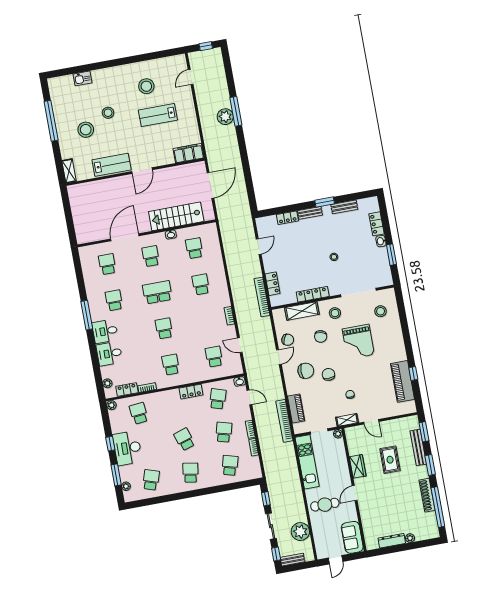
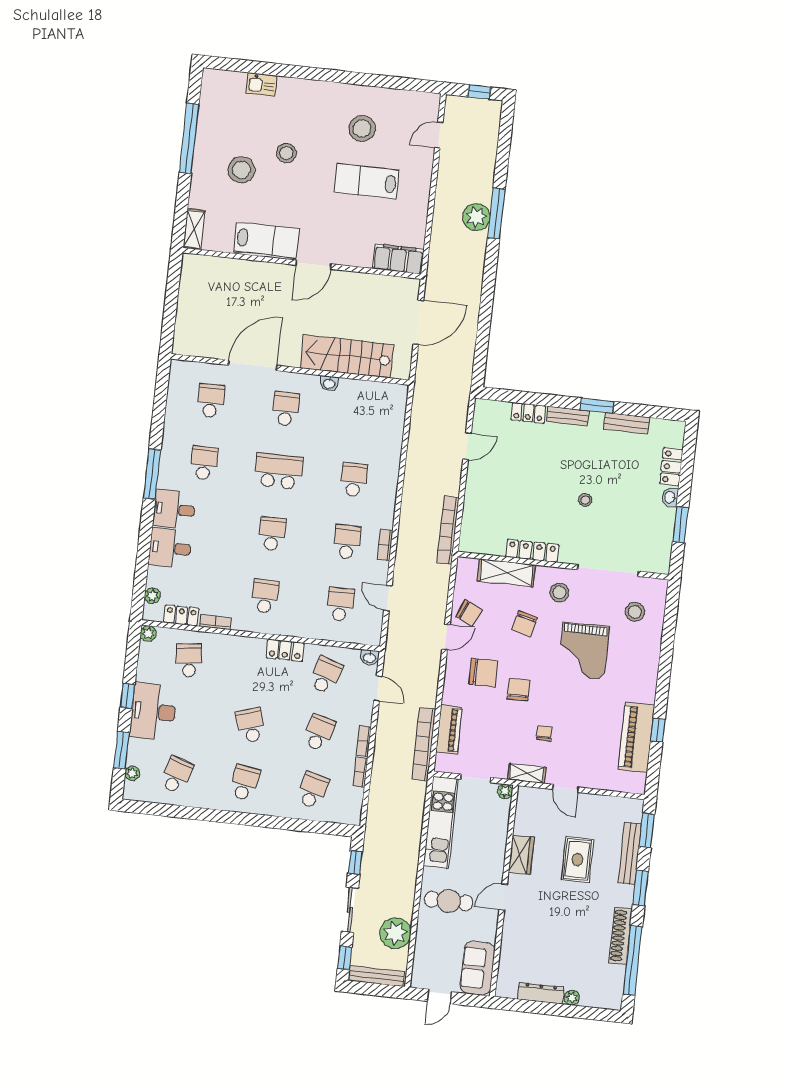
school desk: (194, 248) -> (347, 542), moved
locker: (273, 284) -> (472, 514), removed
bench: (293, 560) -> (376, 976), width x1.36

